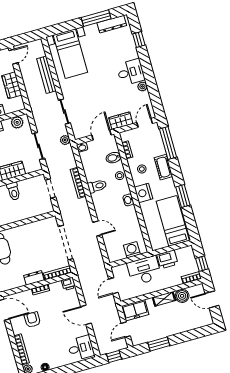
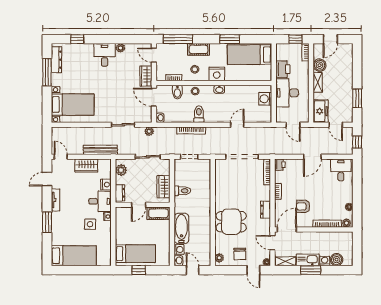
bench: (46, 75) -> (100, 150), moved
dresser: (34, 278) -> (266, 210), moved

